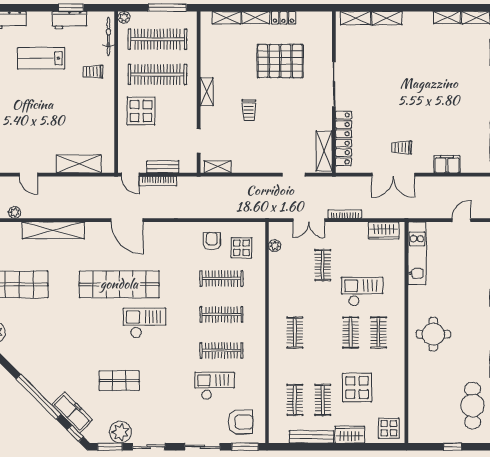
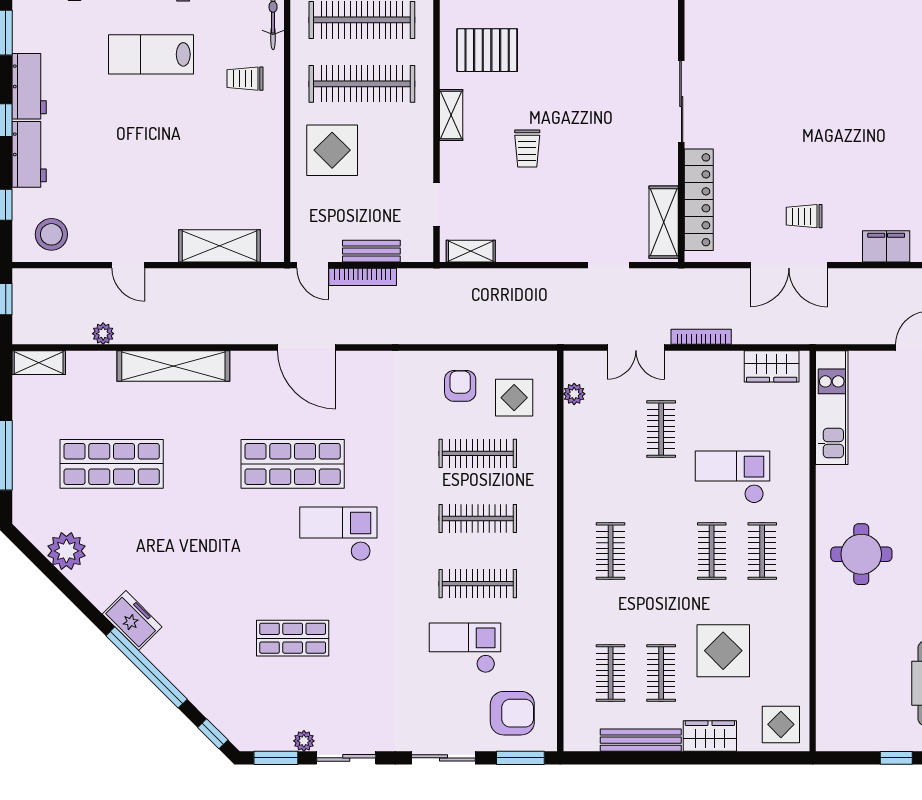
pallet: (280, 61) -> (487, 50), moved, width x0.73, depth x0.71
shop shelf: (119, 284) -> (293, 464), width x0.71
freezer: (72, 412) -> (132, 620), moved, width x0.71
plant: (120, 432) -> (304, 741), width x0.53, depth x0.53

